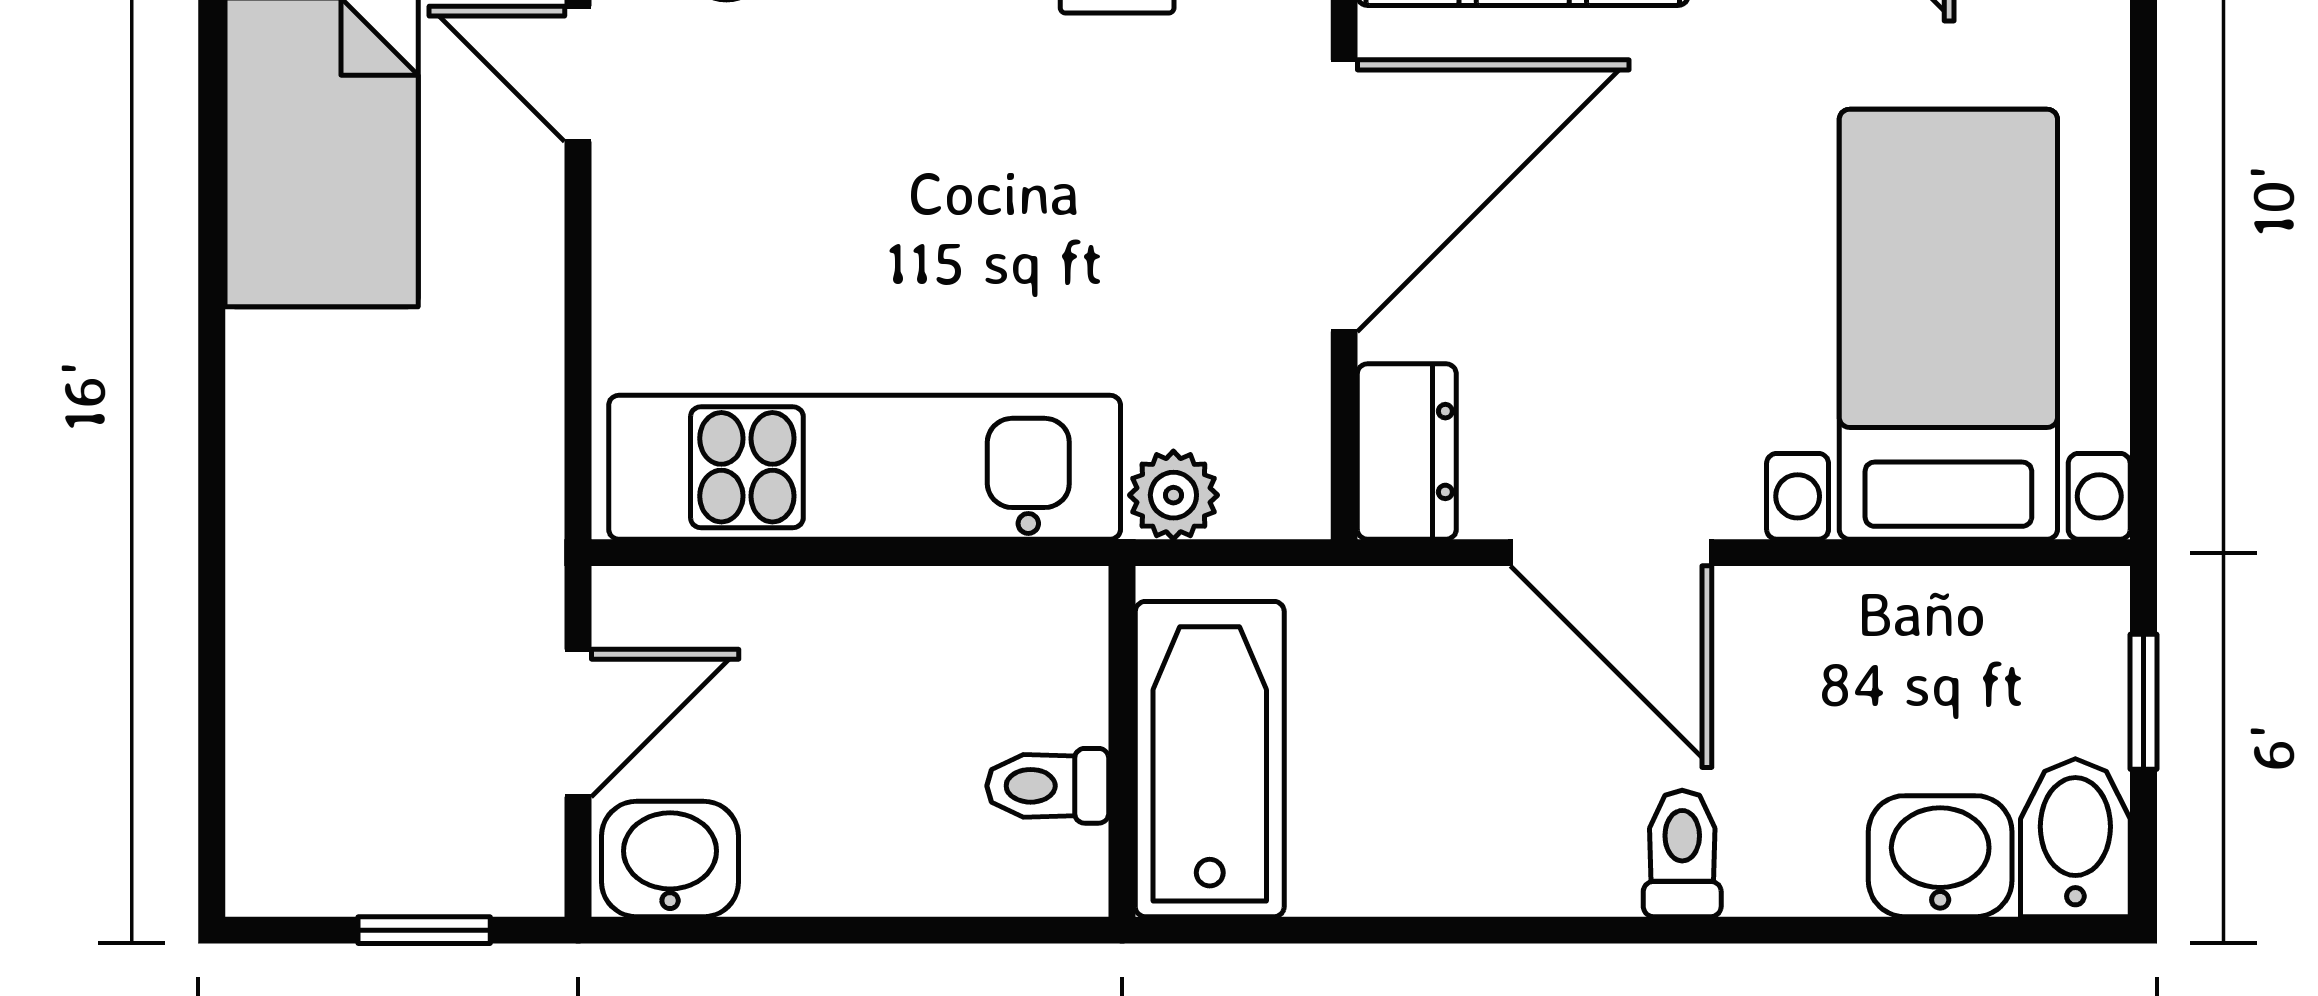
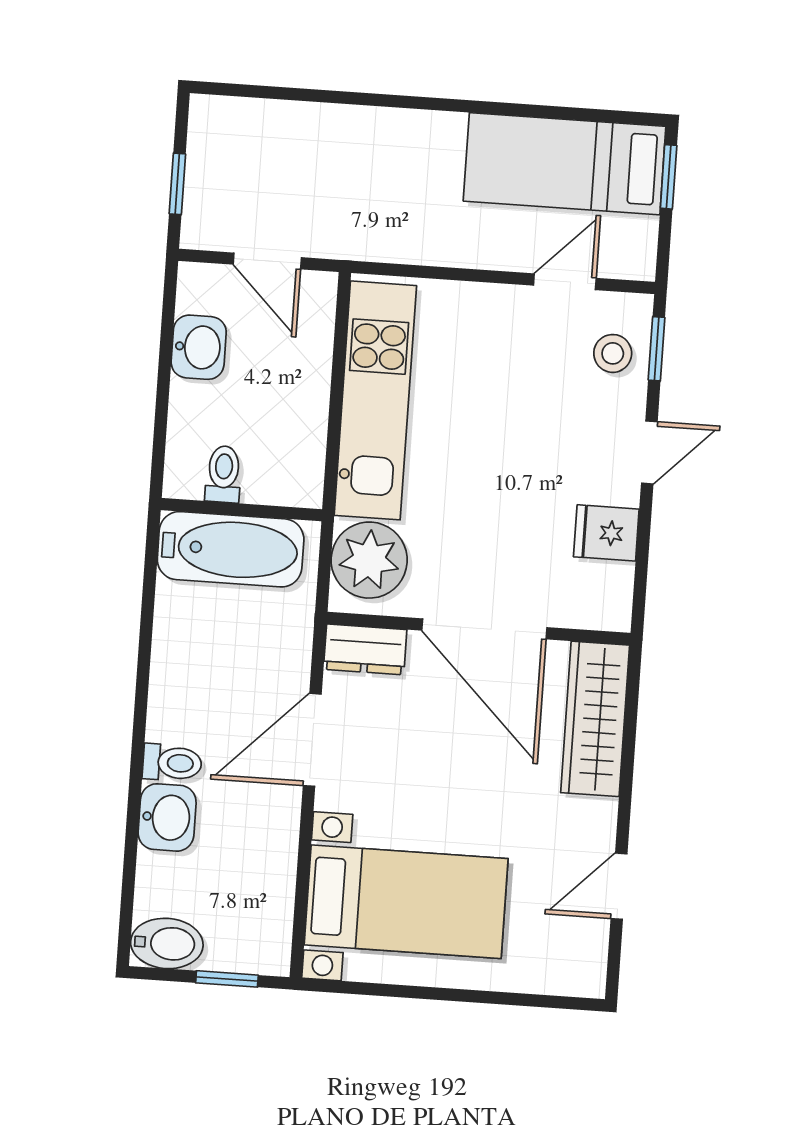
plant: (1173, 495) -> (369, 560), width x1.88, depth x1.88
washbasin: (1940, 856) -> (167, 817), moved
washbasin: (670, 859) -> (199, 347), moved

